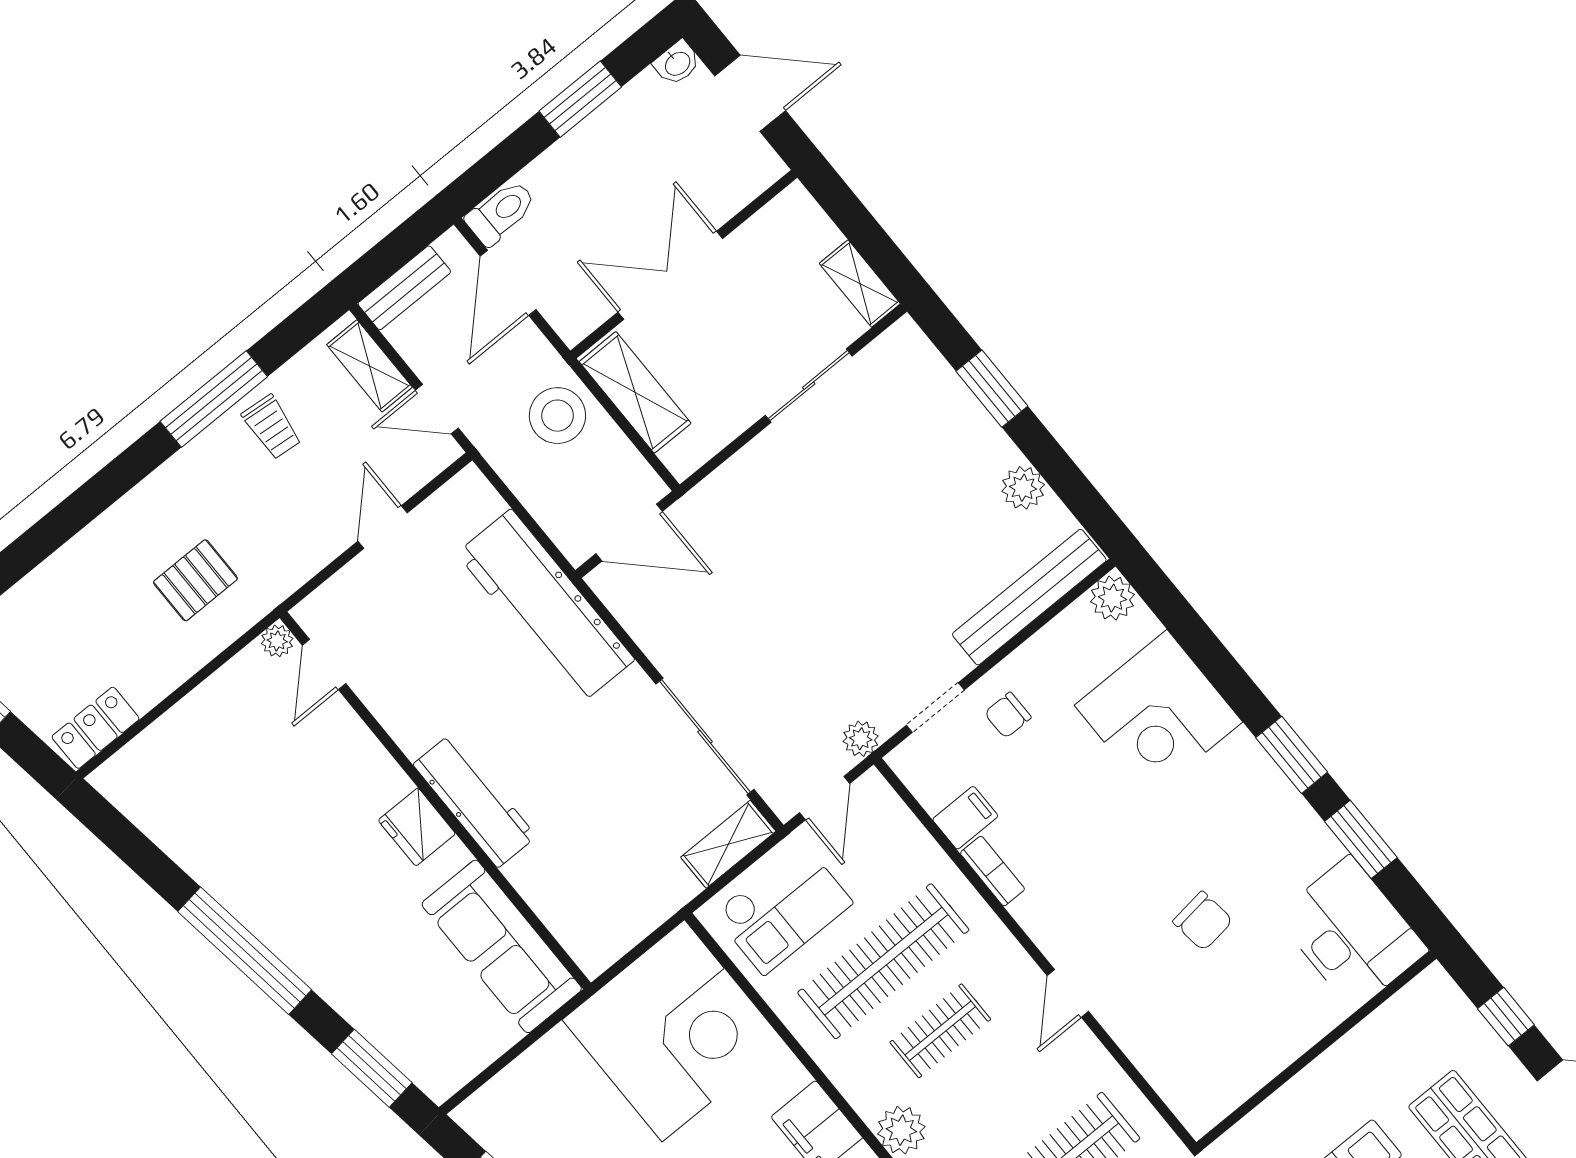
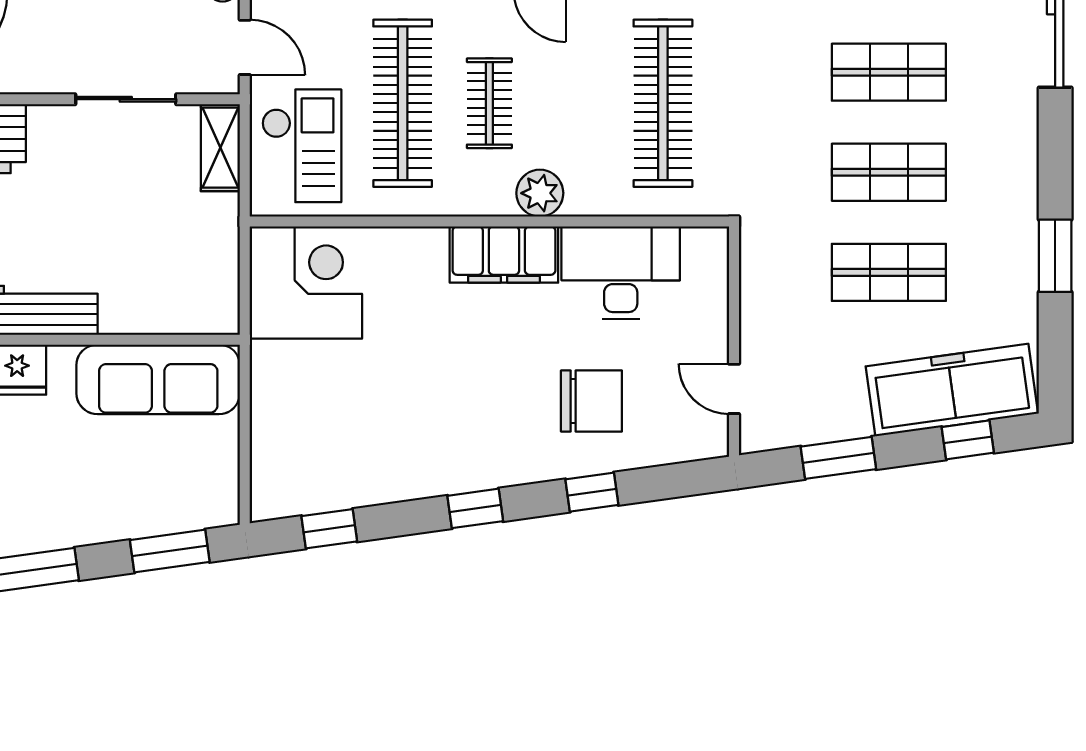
sliding door: (705, 737) -> (126, 99), width x0.73
corner desk: (673, 1031) -> (306, 283), width x0.74, depth x0.74

